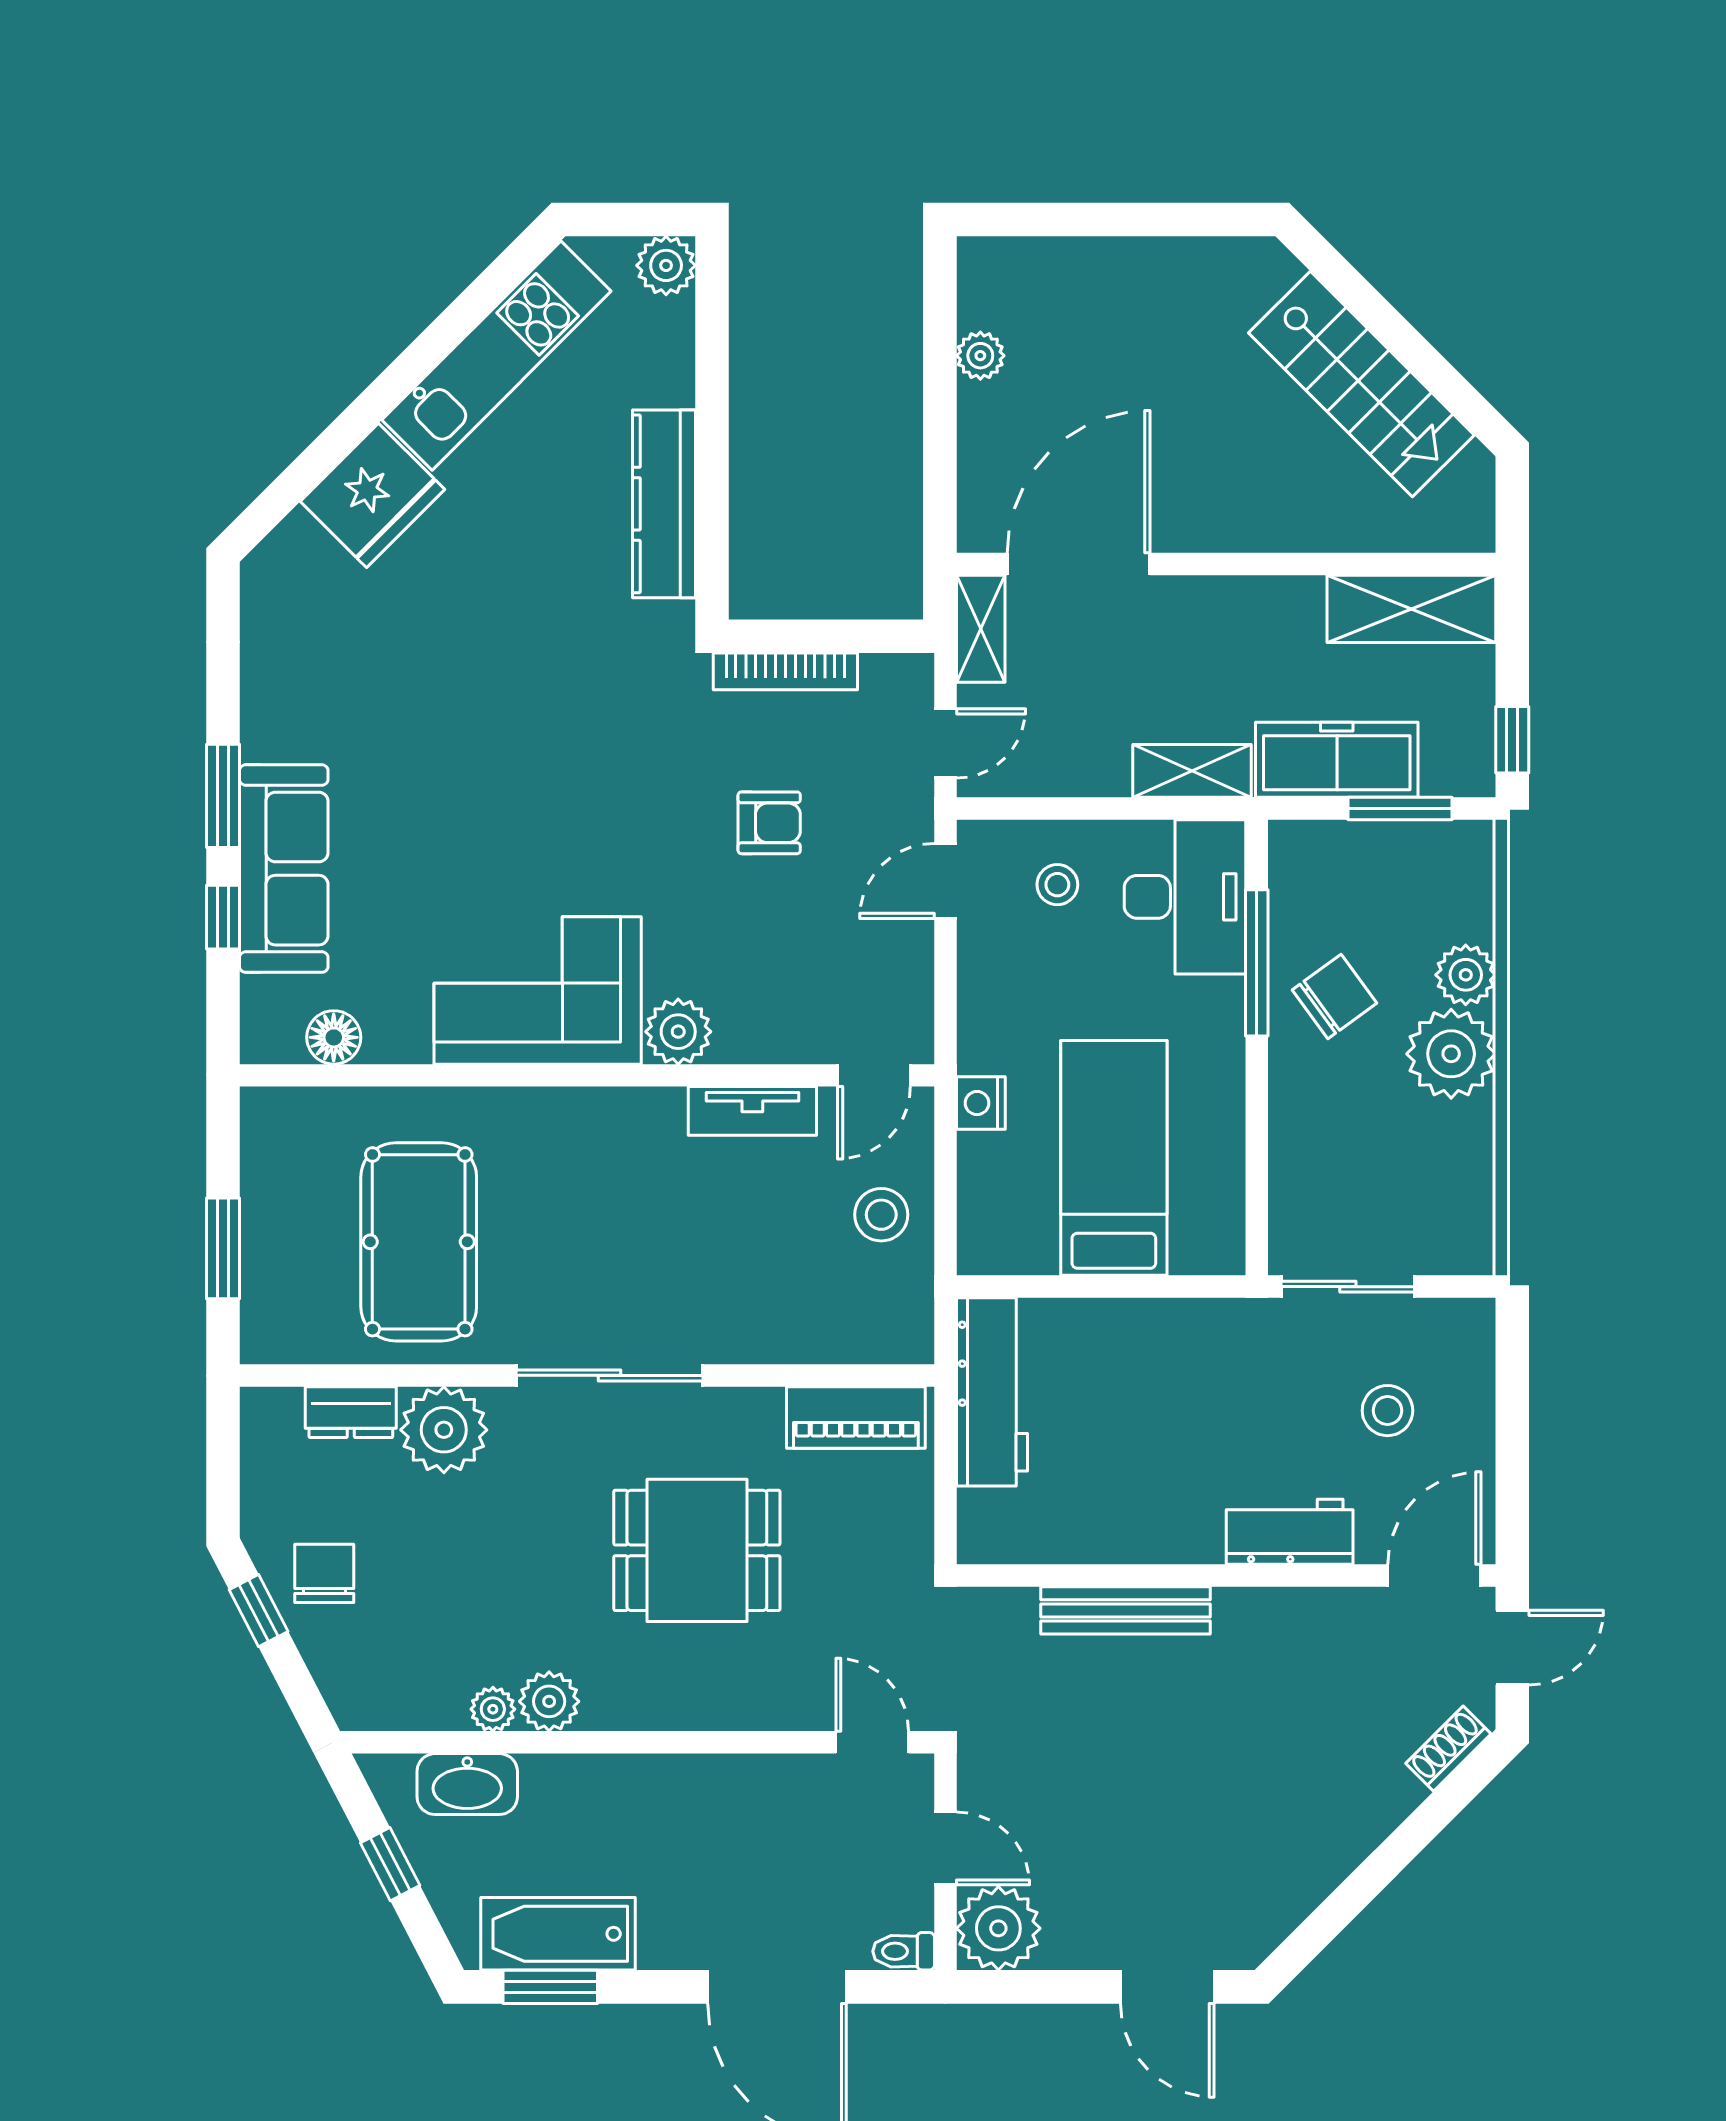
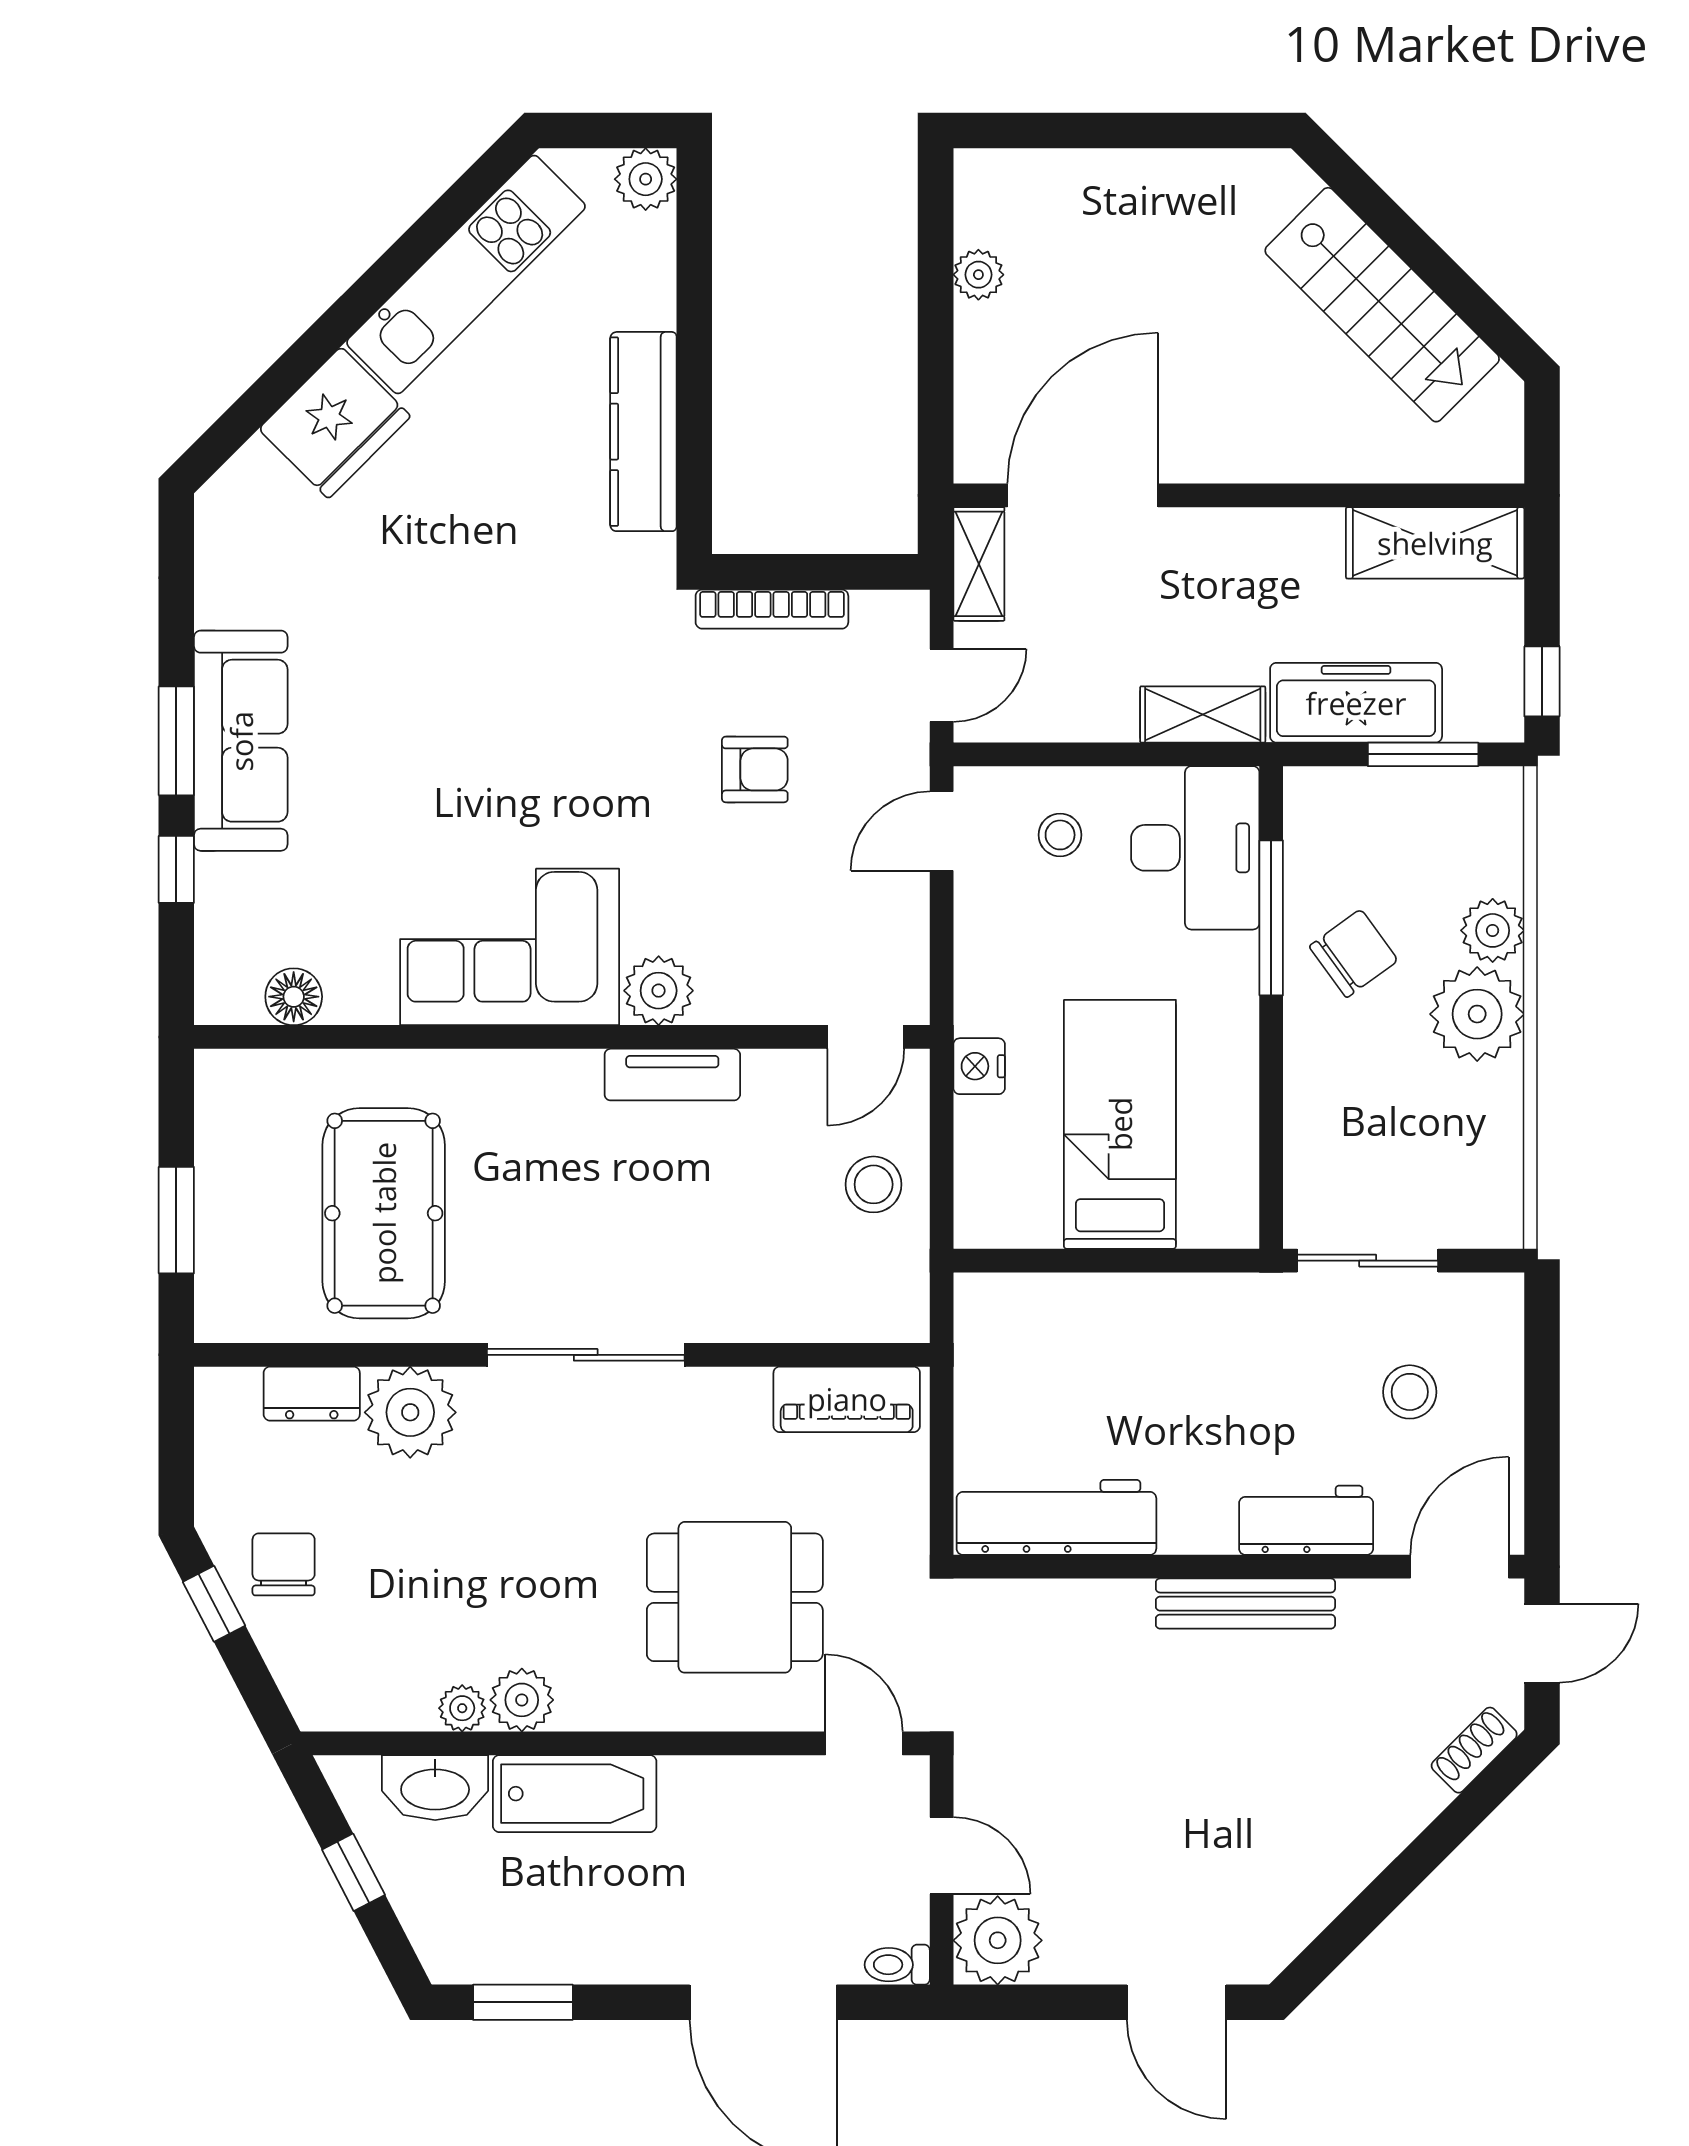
sofa: (284, 869) -> (241, 741), moved
tv unit: (752, 1111) -> (672, 1075), moved
workbench: (992, 1392) -> (1056, 1517), moved, turned -90
dining table: (697, 1550) -> (735, 1597), moved
bench: (1126, 1610) -> (1245, 1604), moved
bathtub: (558, 1934) -> (575, 1794), moved, turned 180

